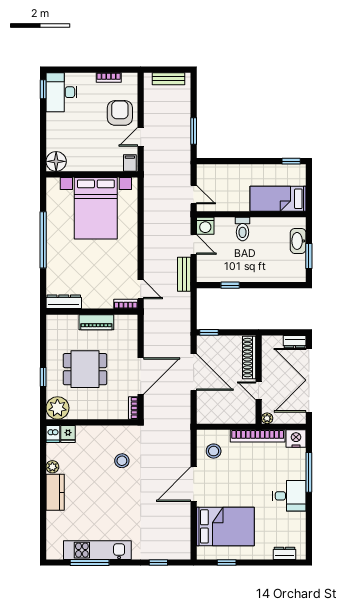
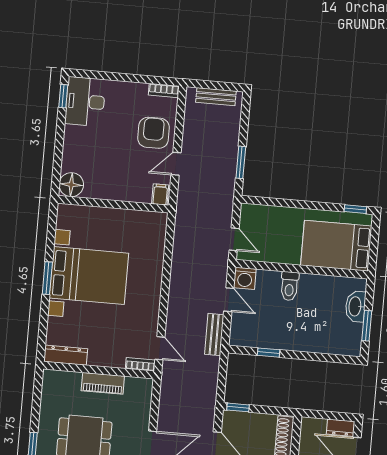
bookcase: (109, 77) -> (164, 91), moved
bed: (278, 199) -> (336, 246), width x1.50
bed with nightstands: (96, 208) -> (89, 276), moved, turned -90
window: (43, 240) -> (47, 278), width x0.47

